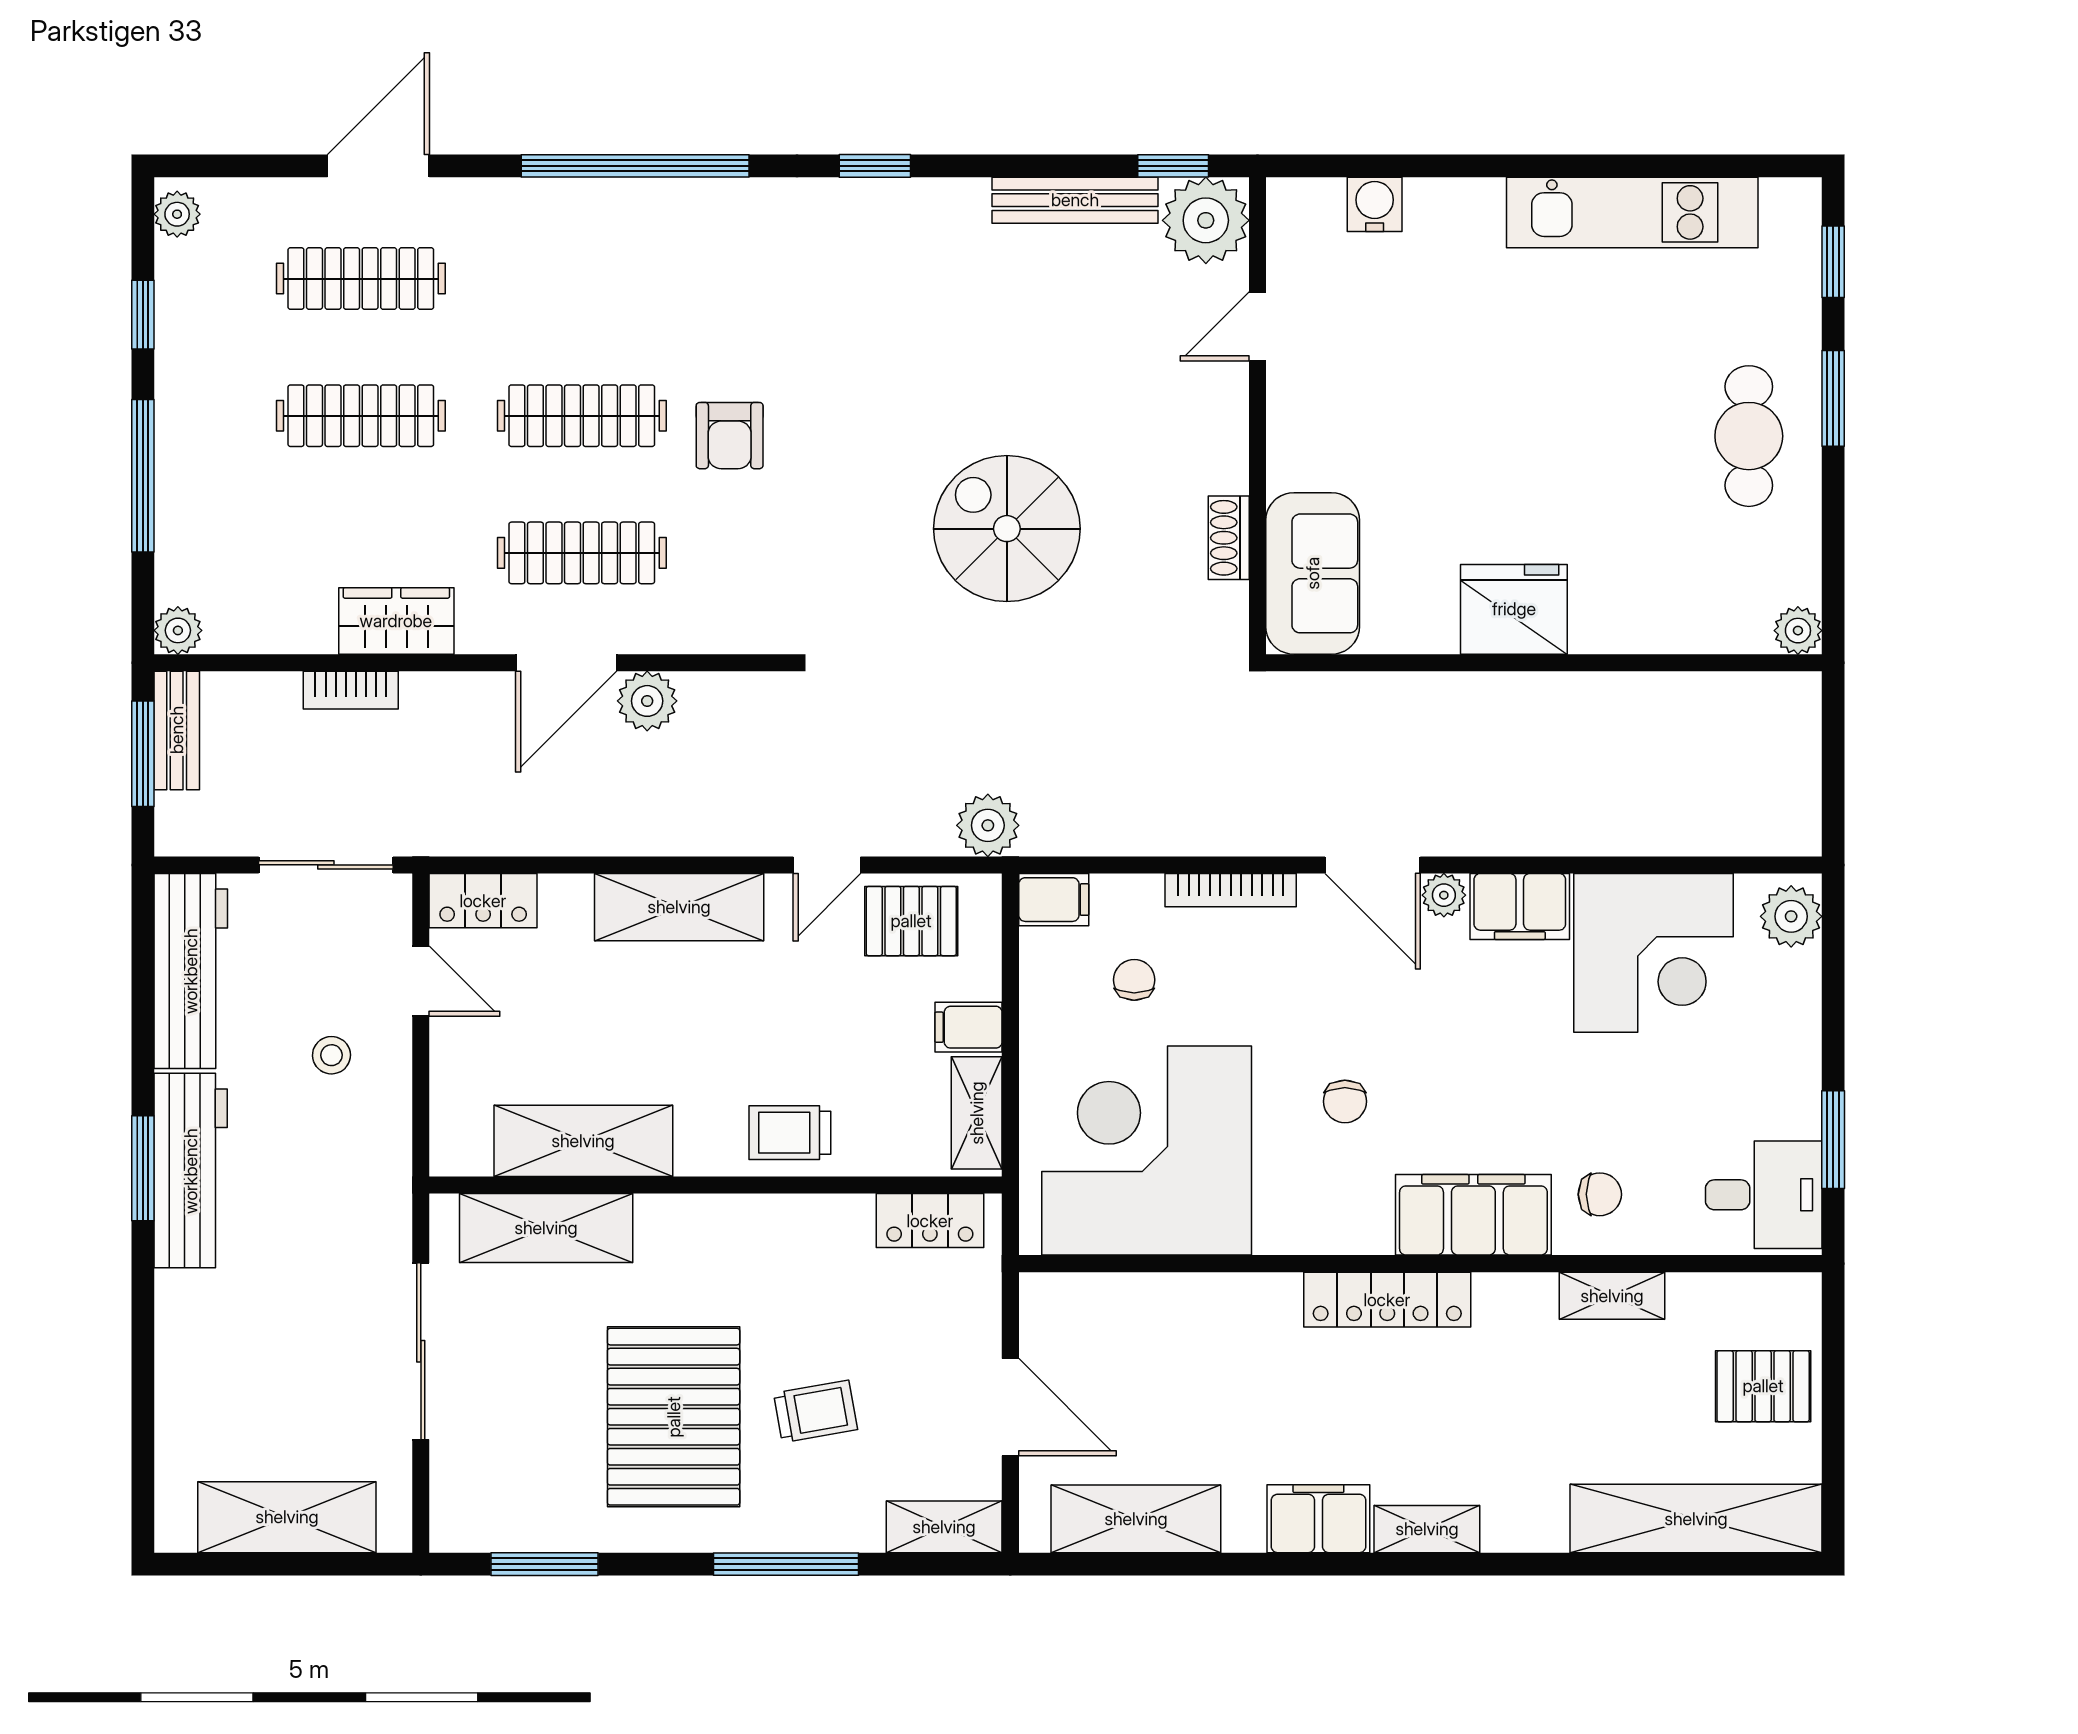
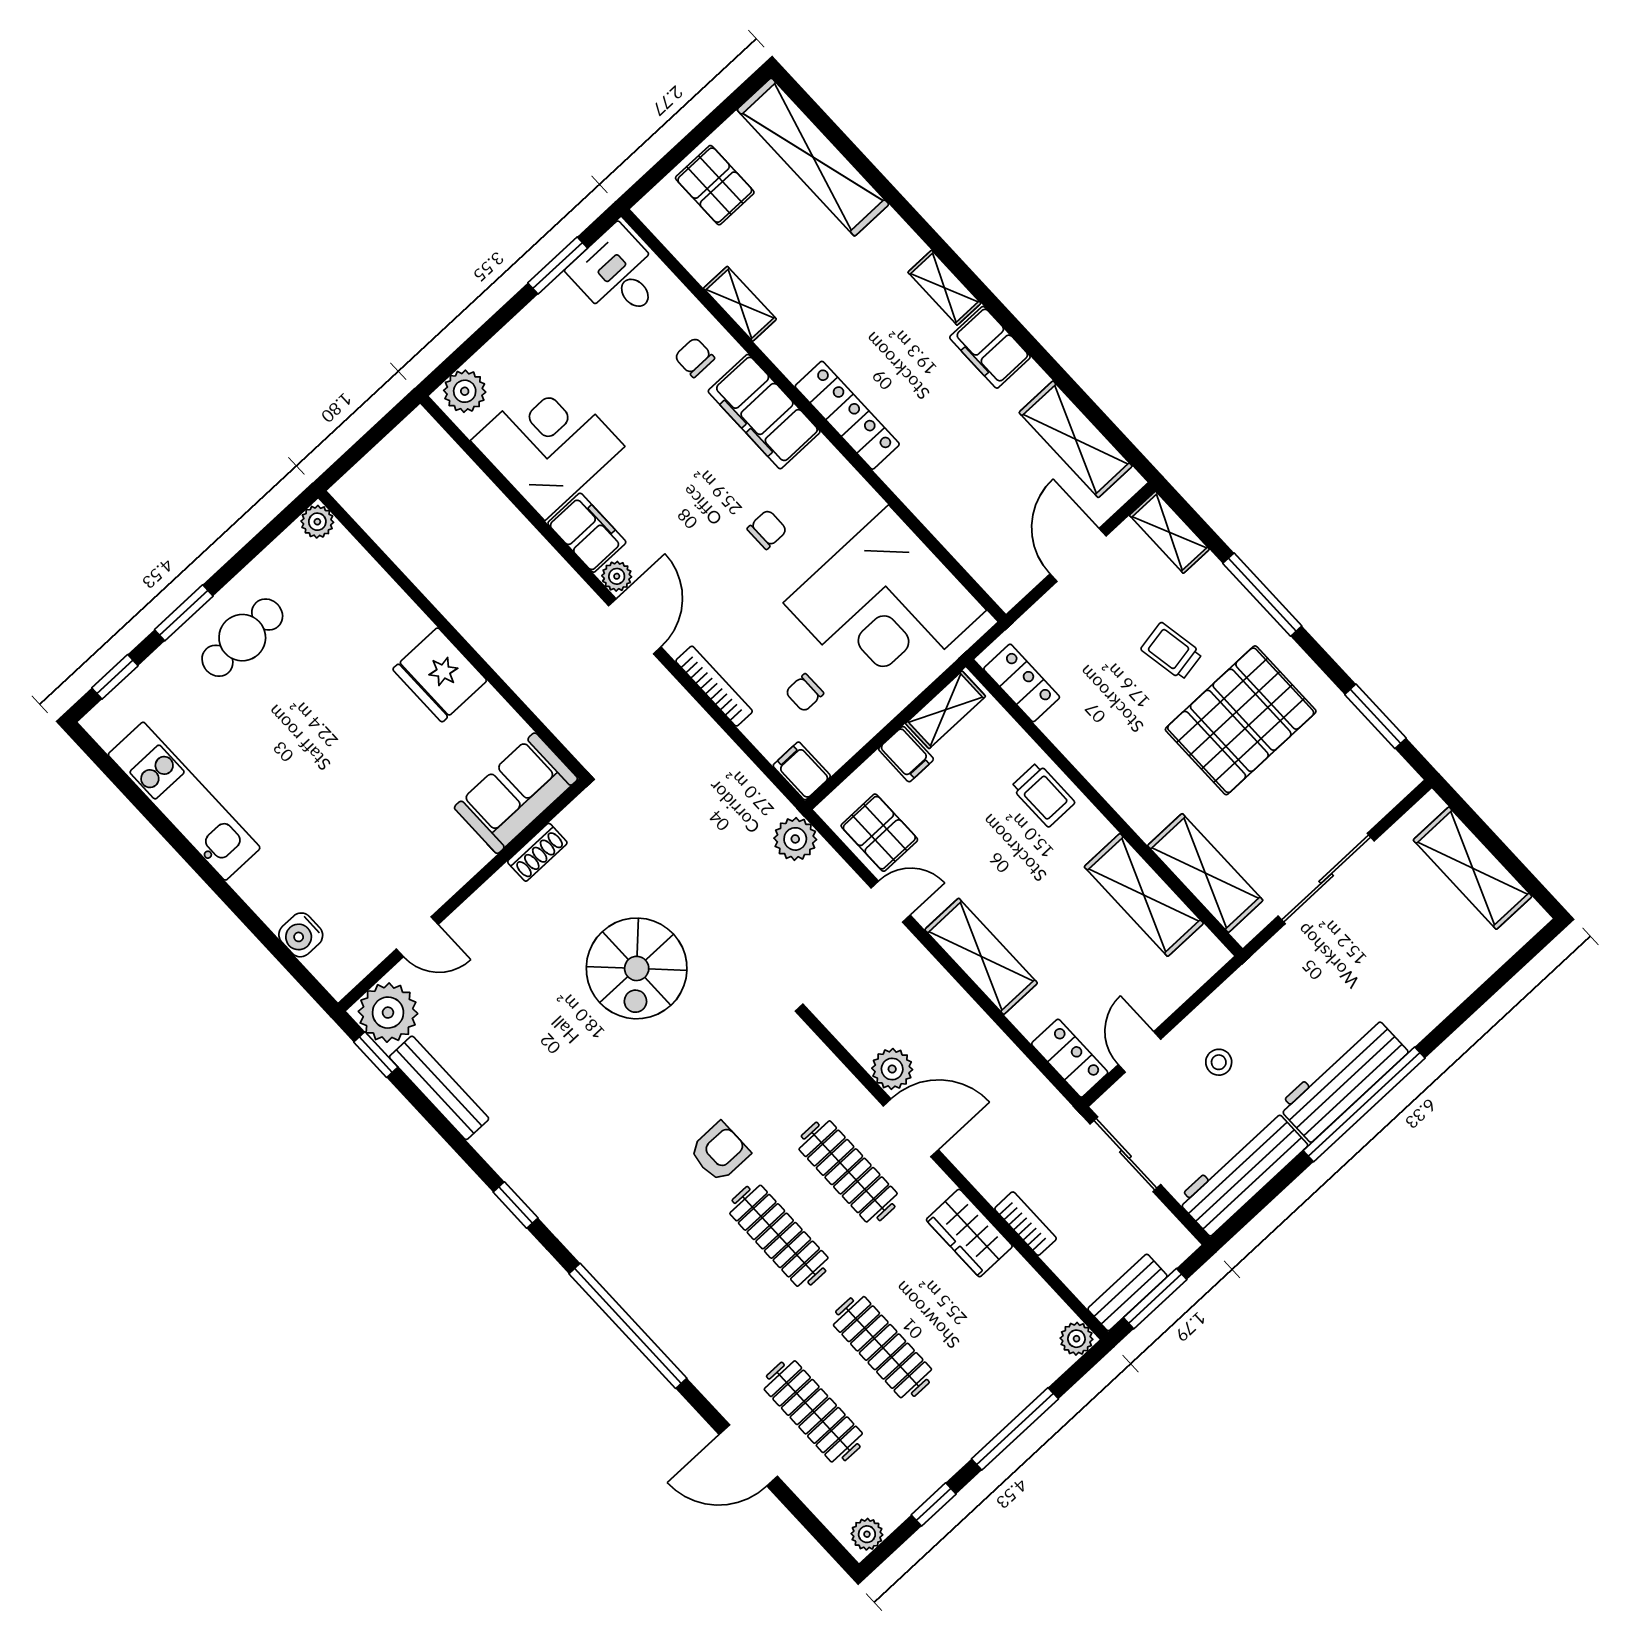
window: (143, 1168) -> (1364, 1104), width x2.11

